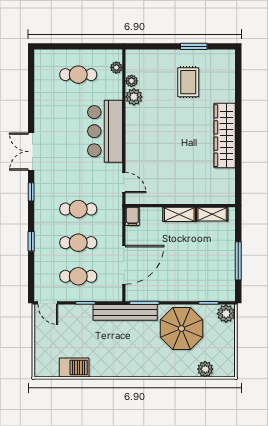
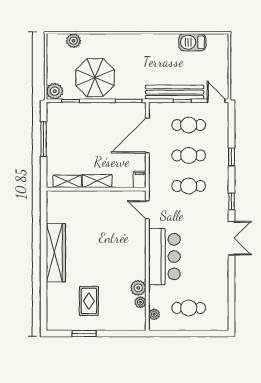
bench: (125, 312) -> (175, 92), moved

